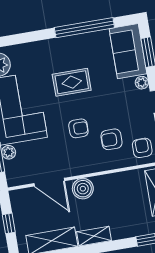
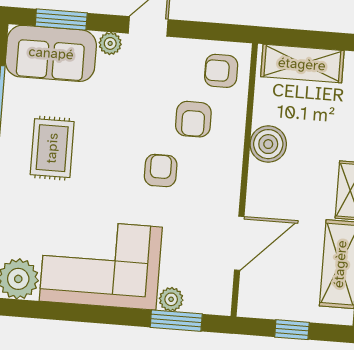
rug: (72, 82) -> (52, 148), moved
boiler: (83, 189) -> (268, 144), moved

